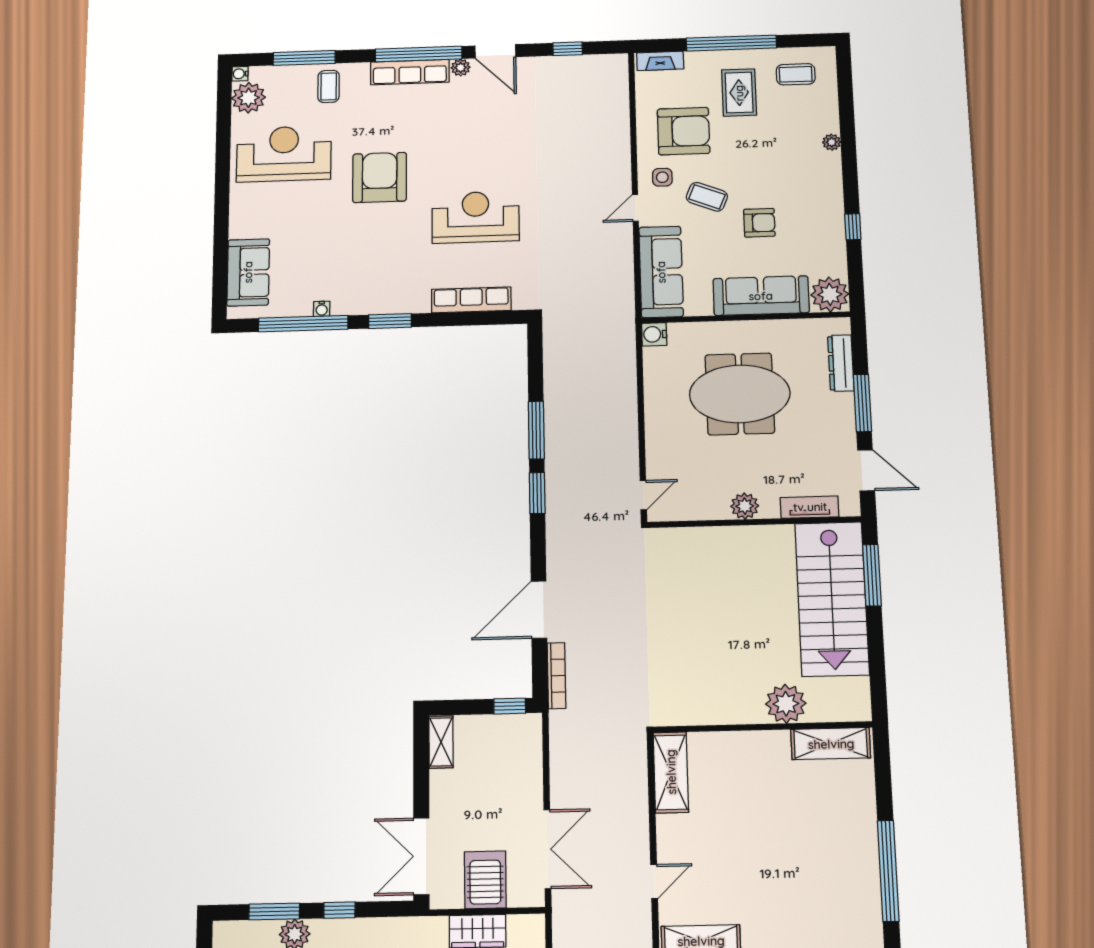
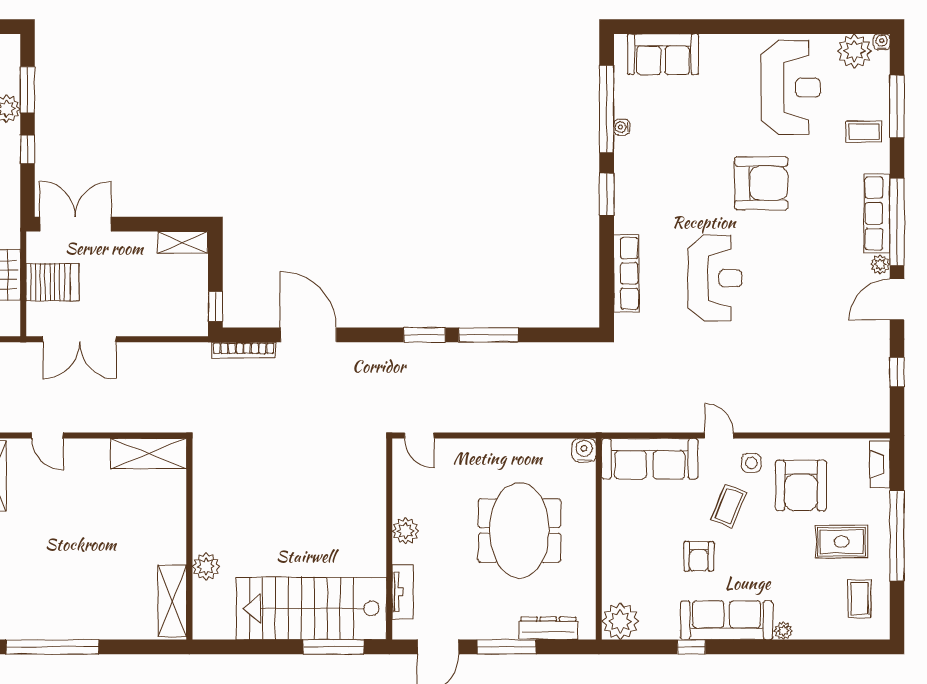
sofa: (761, 296) -> (727, 620), moved, turned -90
plant: (786, 704) -> (206, 566), width x0.73, depth x0.73

